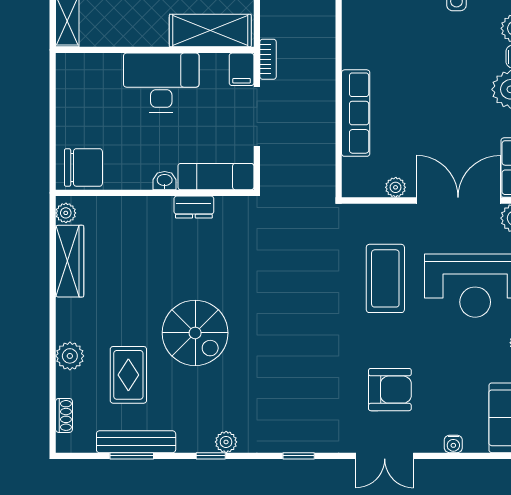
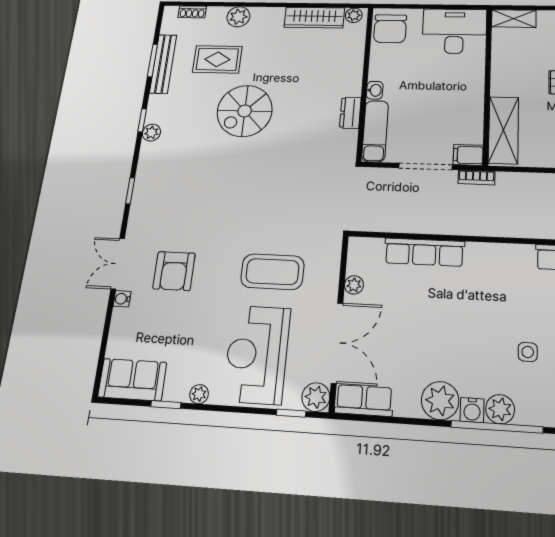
desk: (161, 83) -> (454, 31), moved, turned -90
water cooler: (453, 444) -> (122, 299), moved

